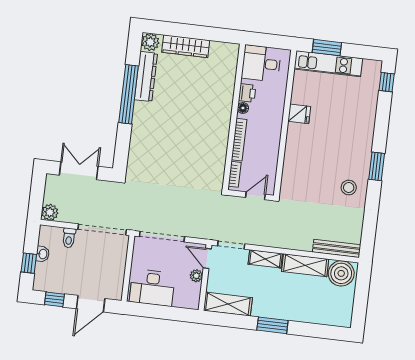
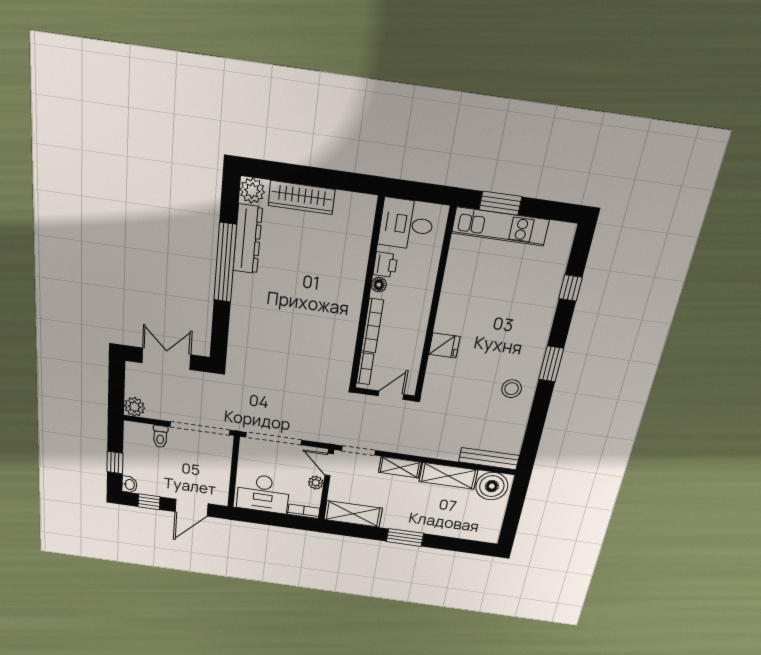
window: (387, 82) -> (571, 288), moved
fridge: (299, 114) -> (444, 345), moved
washbasin: (43, 254) -> (129, 484), moved
bookcase: (186, 303) -> (304, 511), added

